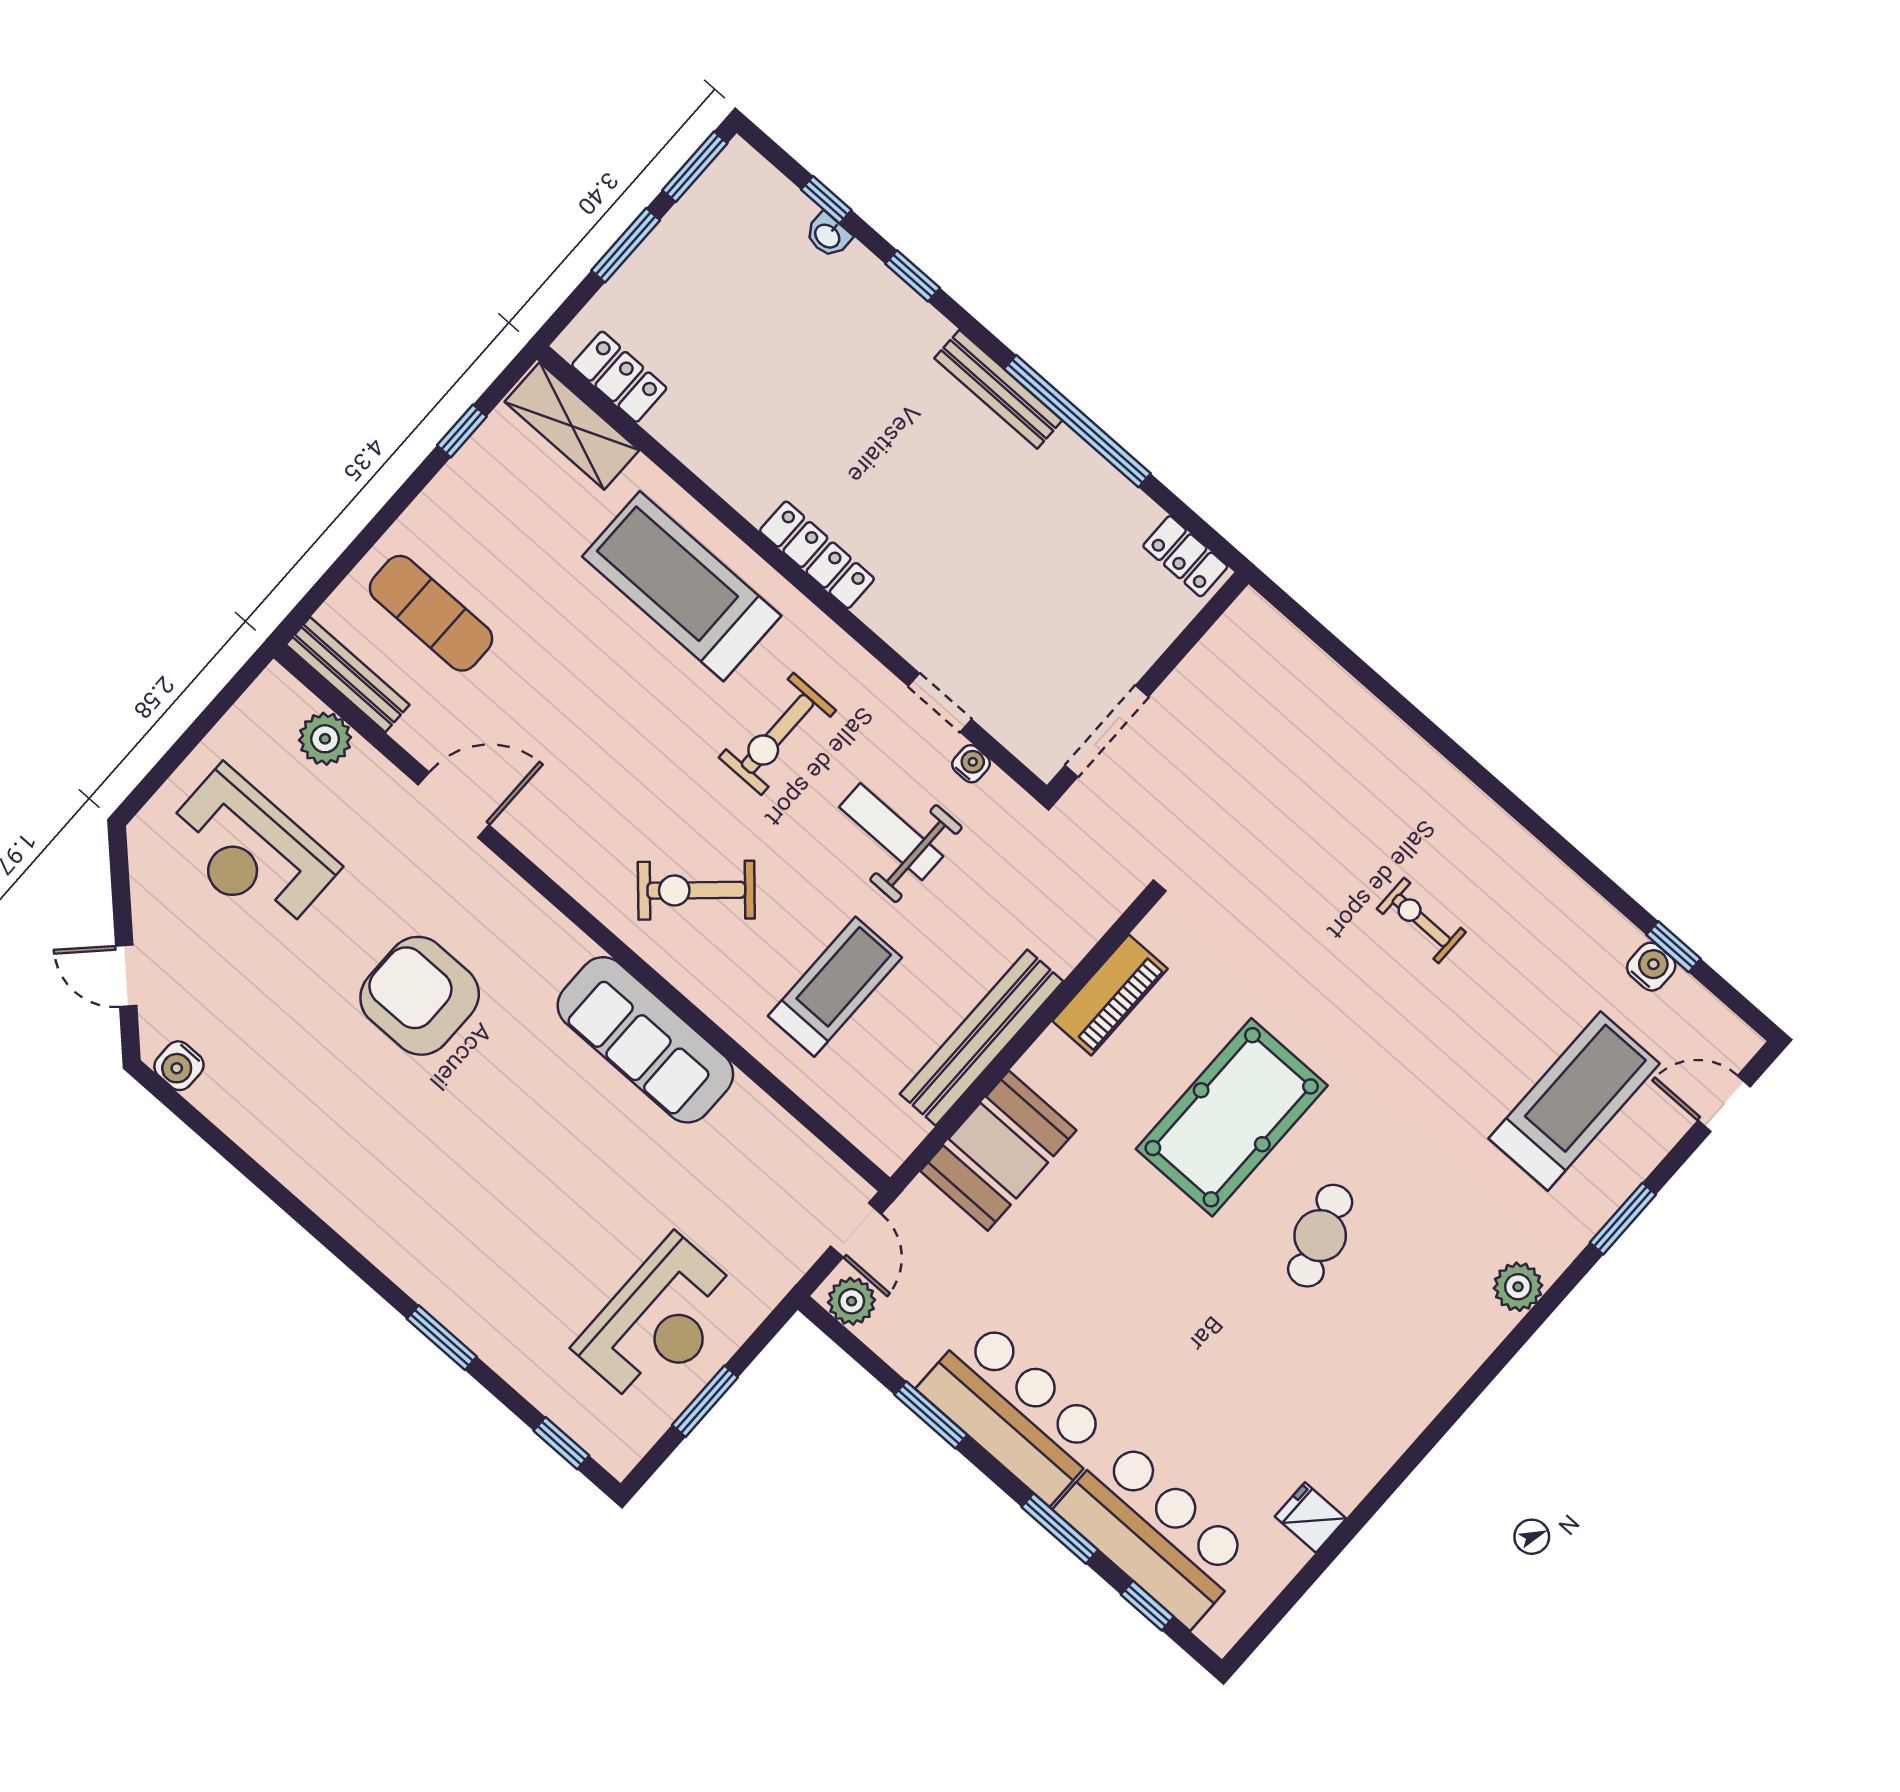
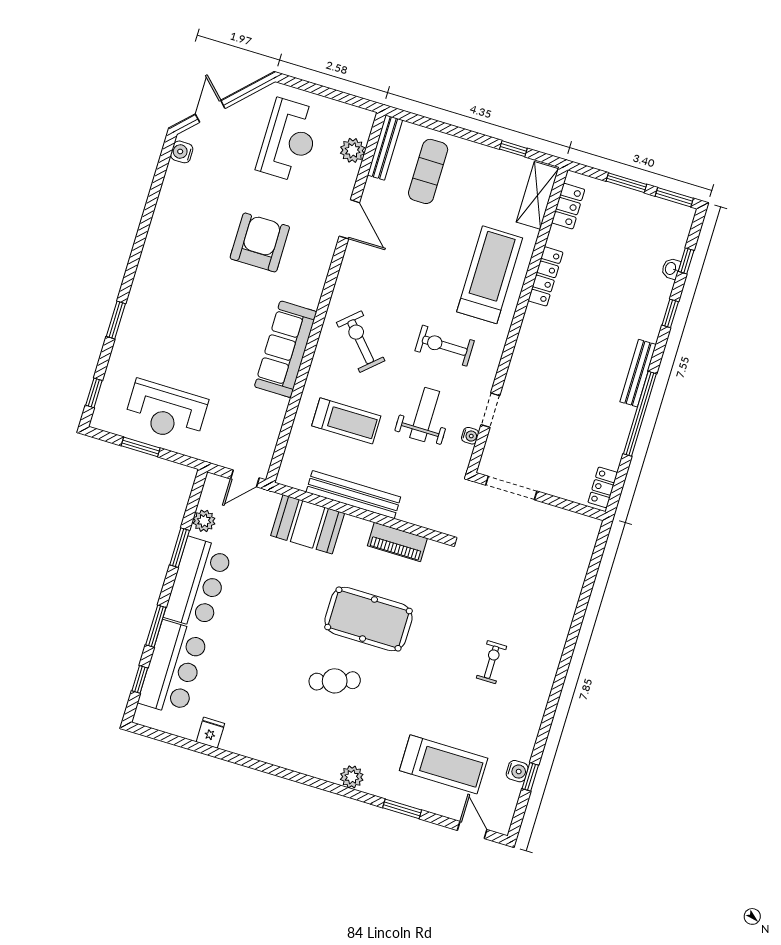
locker: (817, 555) -> (546, 276), moved
reception desk: (250, 851) -> (289, 140), turned 180
plant: (852, 1301) -> (204, 521), moved

